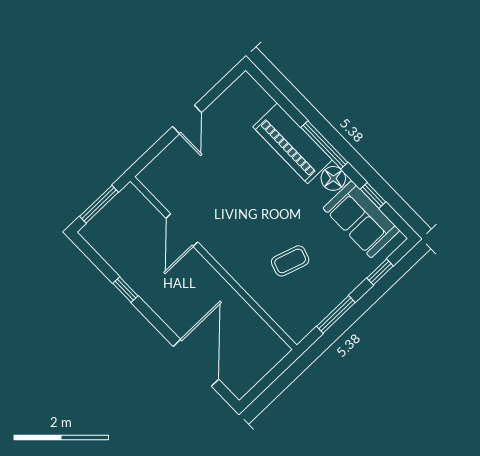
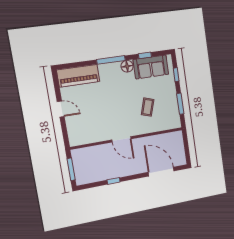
piano: (292, 143) -> (78, 76), moved
door: (182, 230) -> (121, 139), moved

